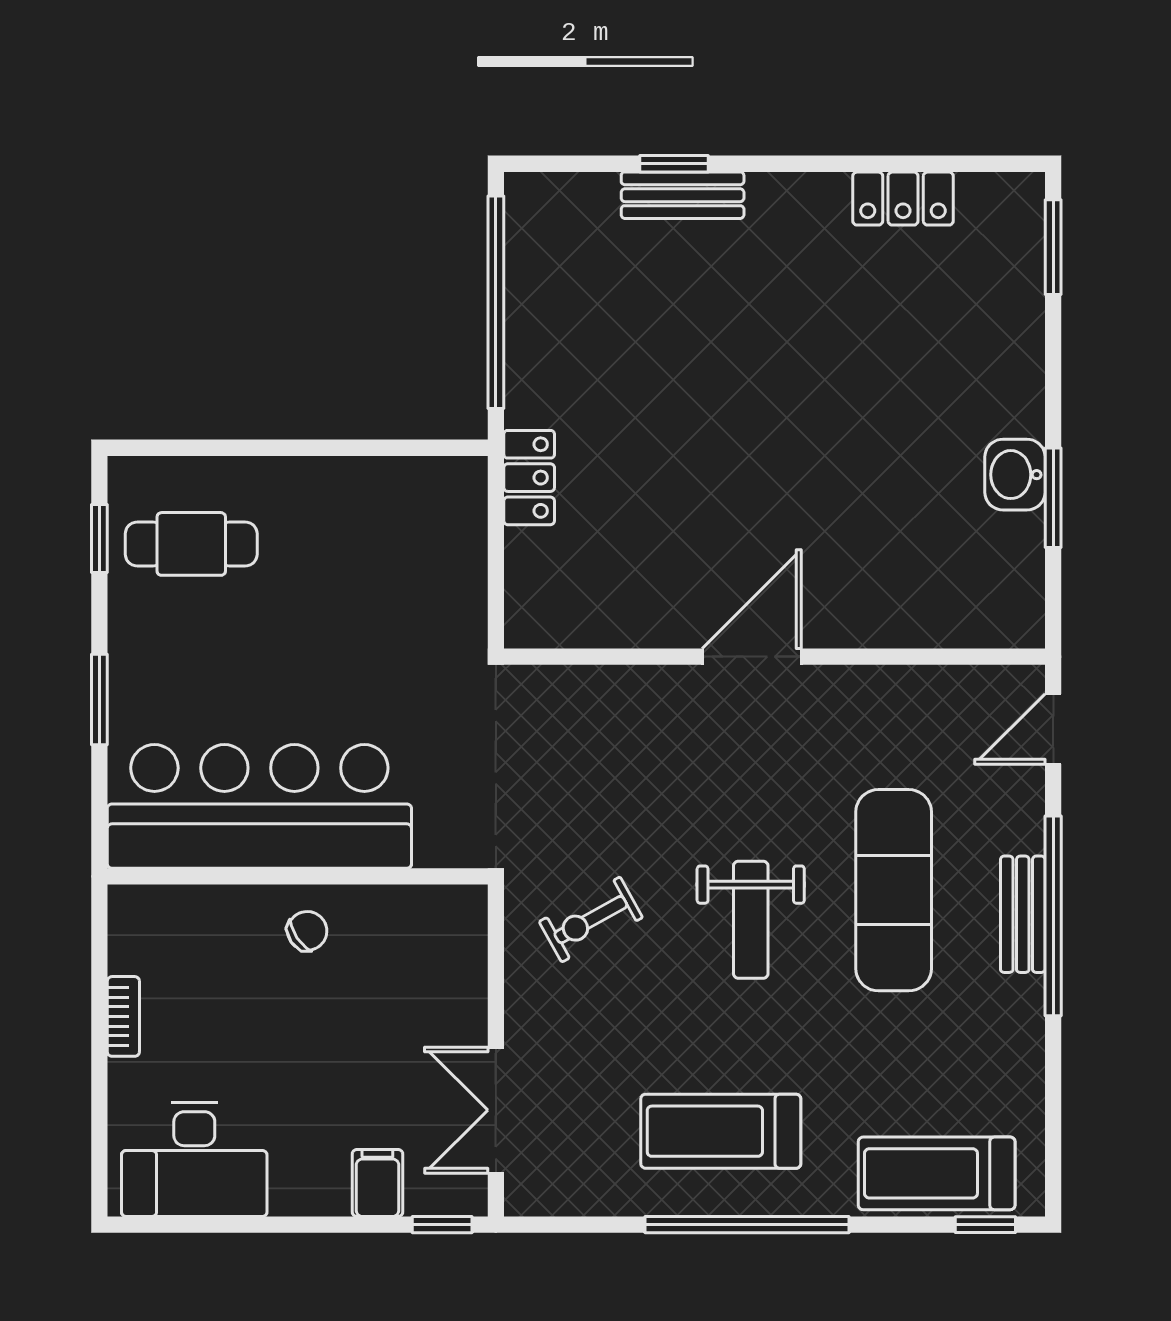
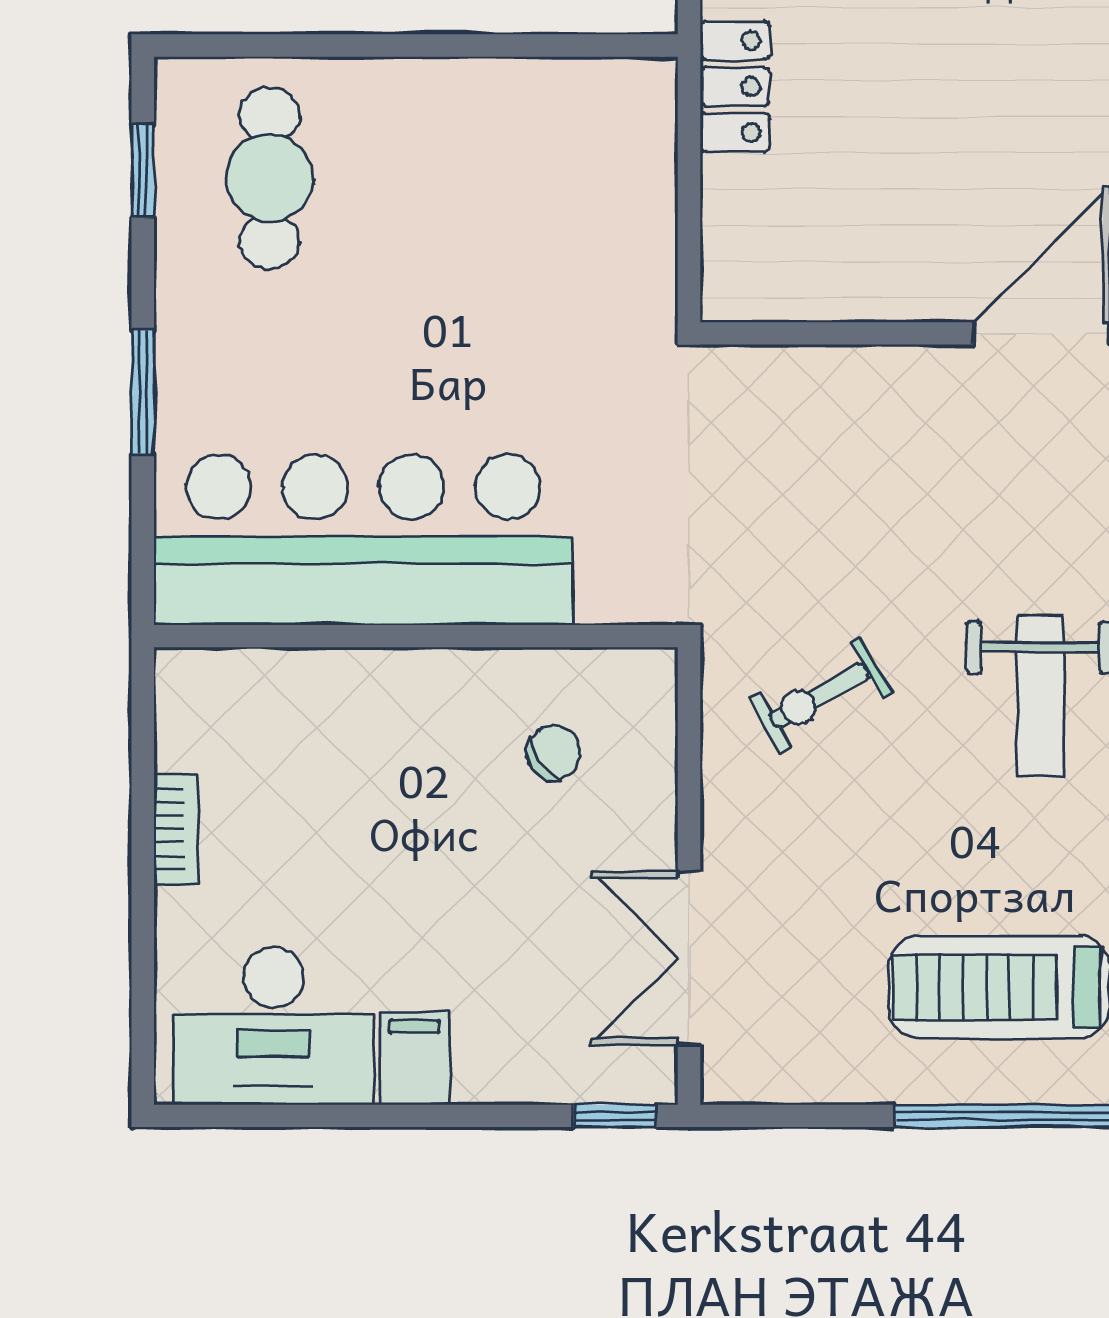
cafe table: (191, 544) -> (269, 178), turned 90
chair: (307, 931) -> (554, 752), moved
filing cabinet: (377, 1183) -> (414, 1059), moved

